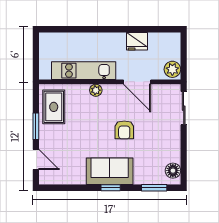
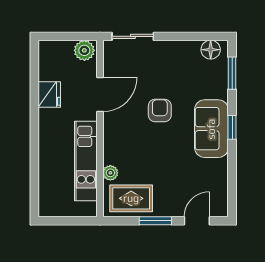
plant: (96, 90) -> (110, 173), moved
armchair: (124, 130) -> (160, 110), turned -90

